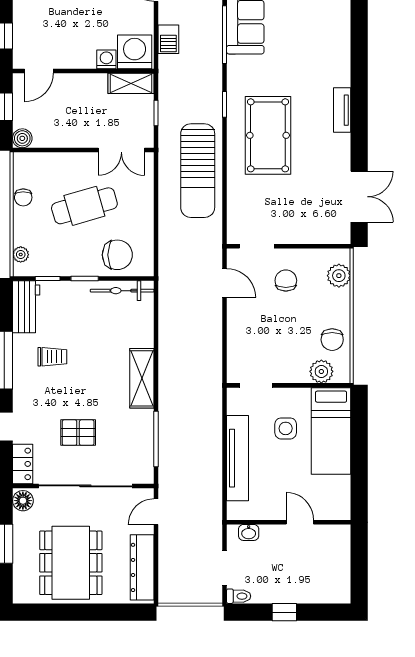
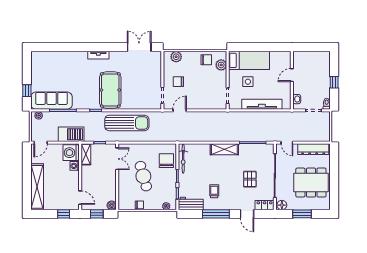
barbecue: (168, 39) -> (71, 134), width x1.88, depth x1.53
pool table: (268, 135) -> (110, 90), turned 90

